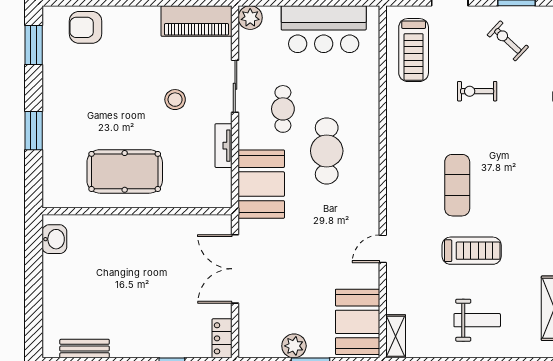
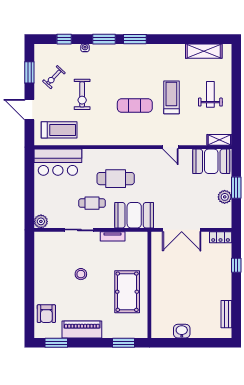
piano: (197, 21) -> (82, 329), moved, turned -90
bar counter: (324, 29) -> (58, 162), moved, turned 90
exercise bike: (477, 91) -> (82, 94), width x1.38, depth x1.39
stool: (175, 100) -> (81, 274), moved
window: (34, 131) -> (123, 343), moved
washbasin: (54, 239) -> (182, 331), moved

